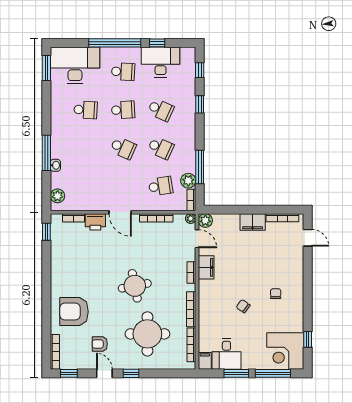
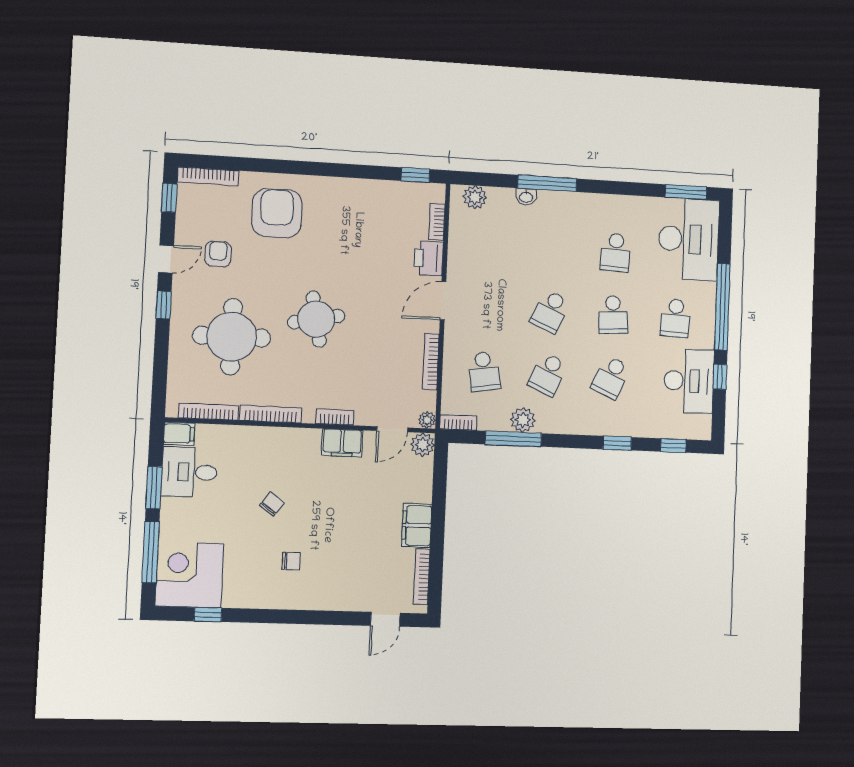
plant: (188, 181) -> (523, 420), moved

